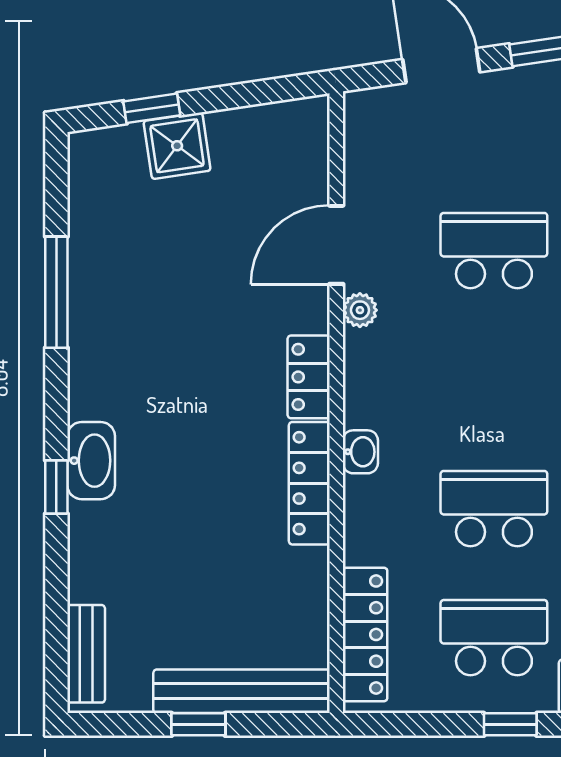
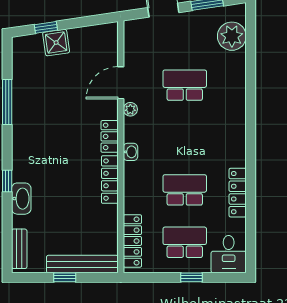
washbasin: (360, 452) -> (131, 152), moved
washbasin: (91, 461) -> (21, 199), moved

